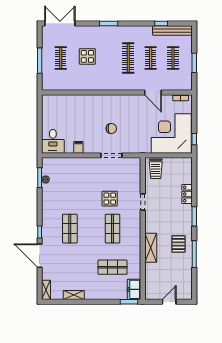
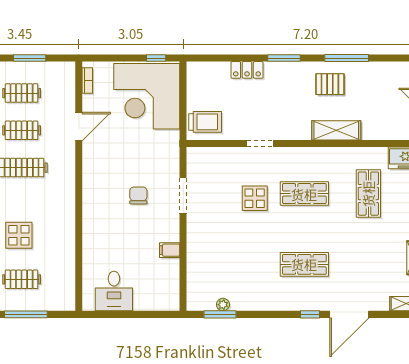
desk: (53, 141) -> (114, 291), moved, turned 90

